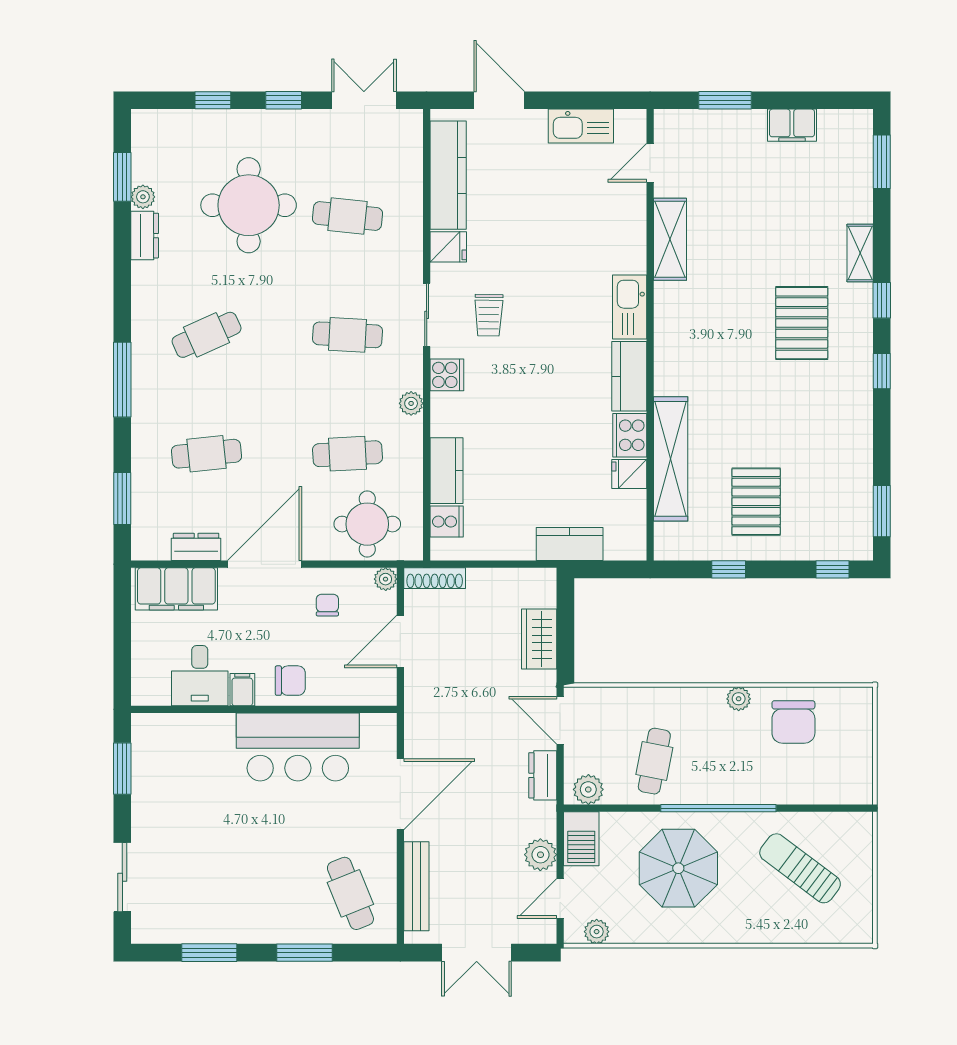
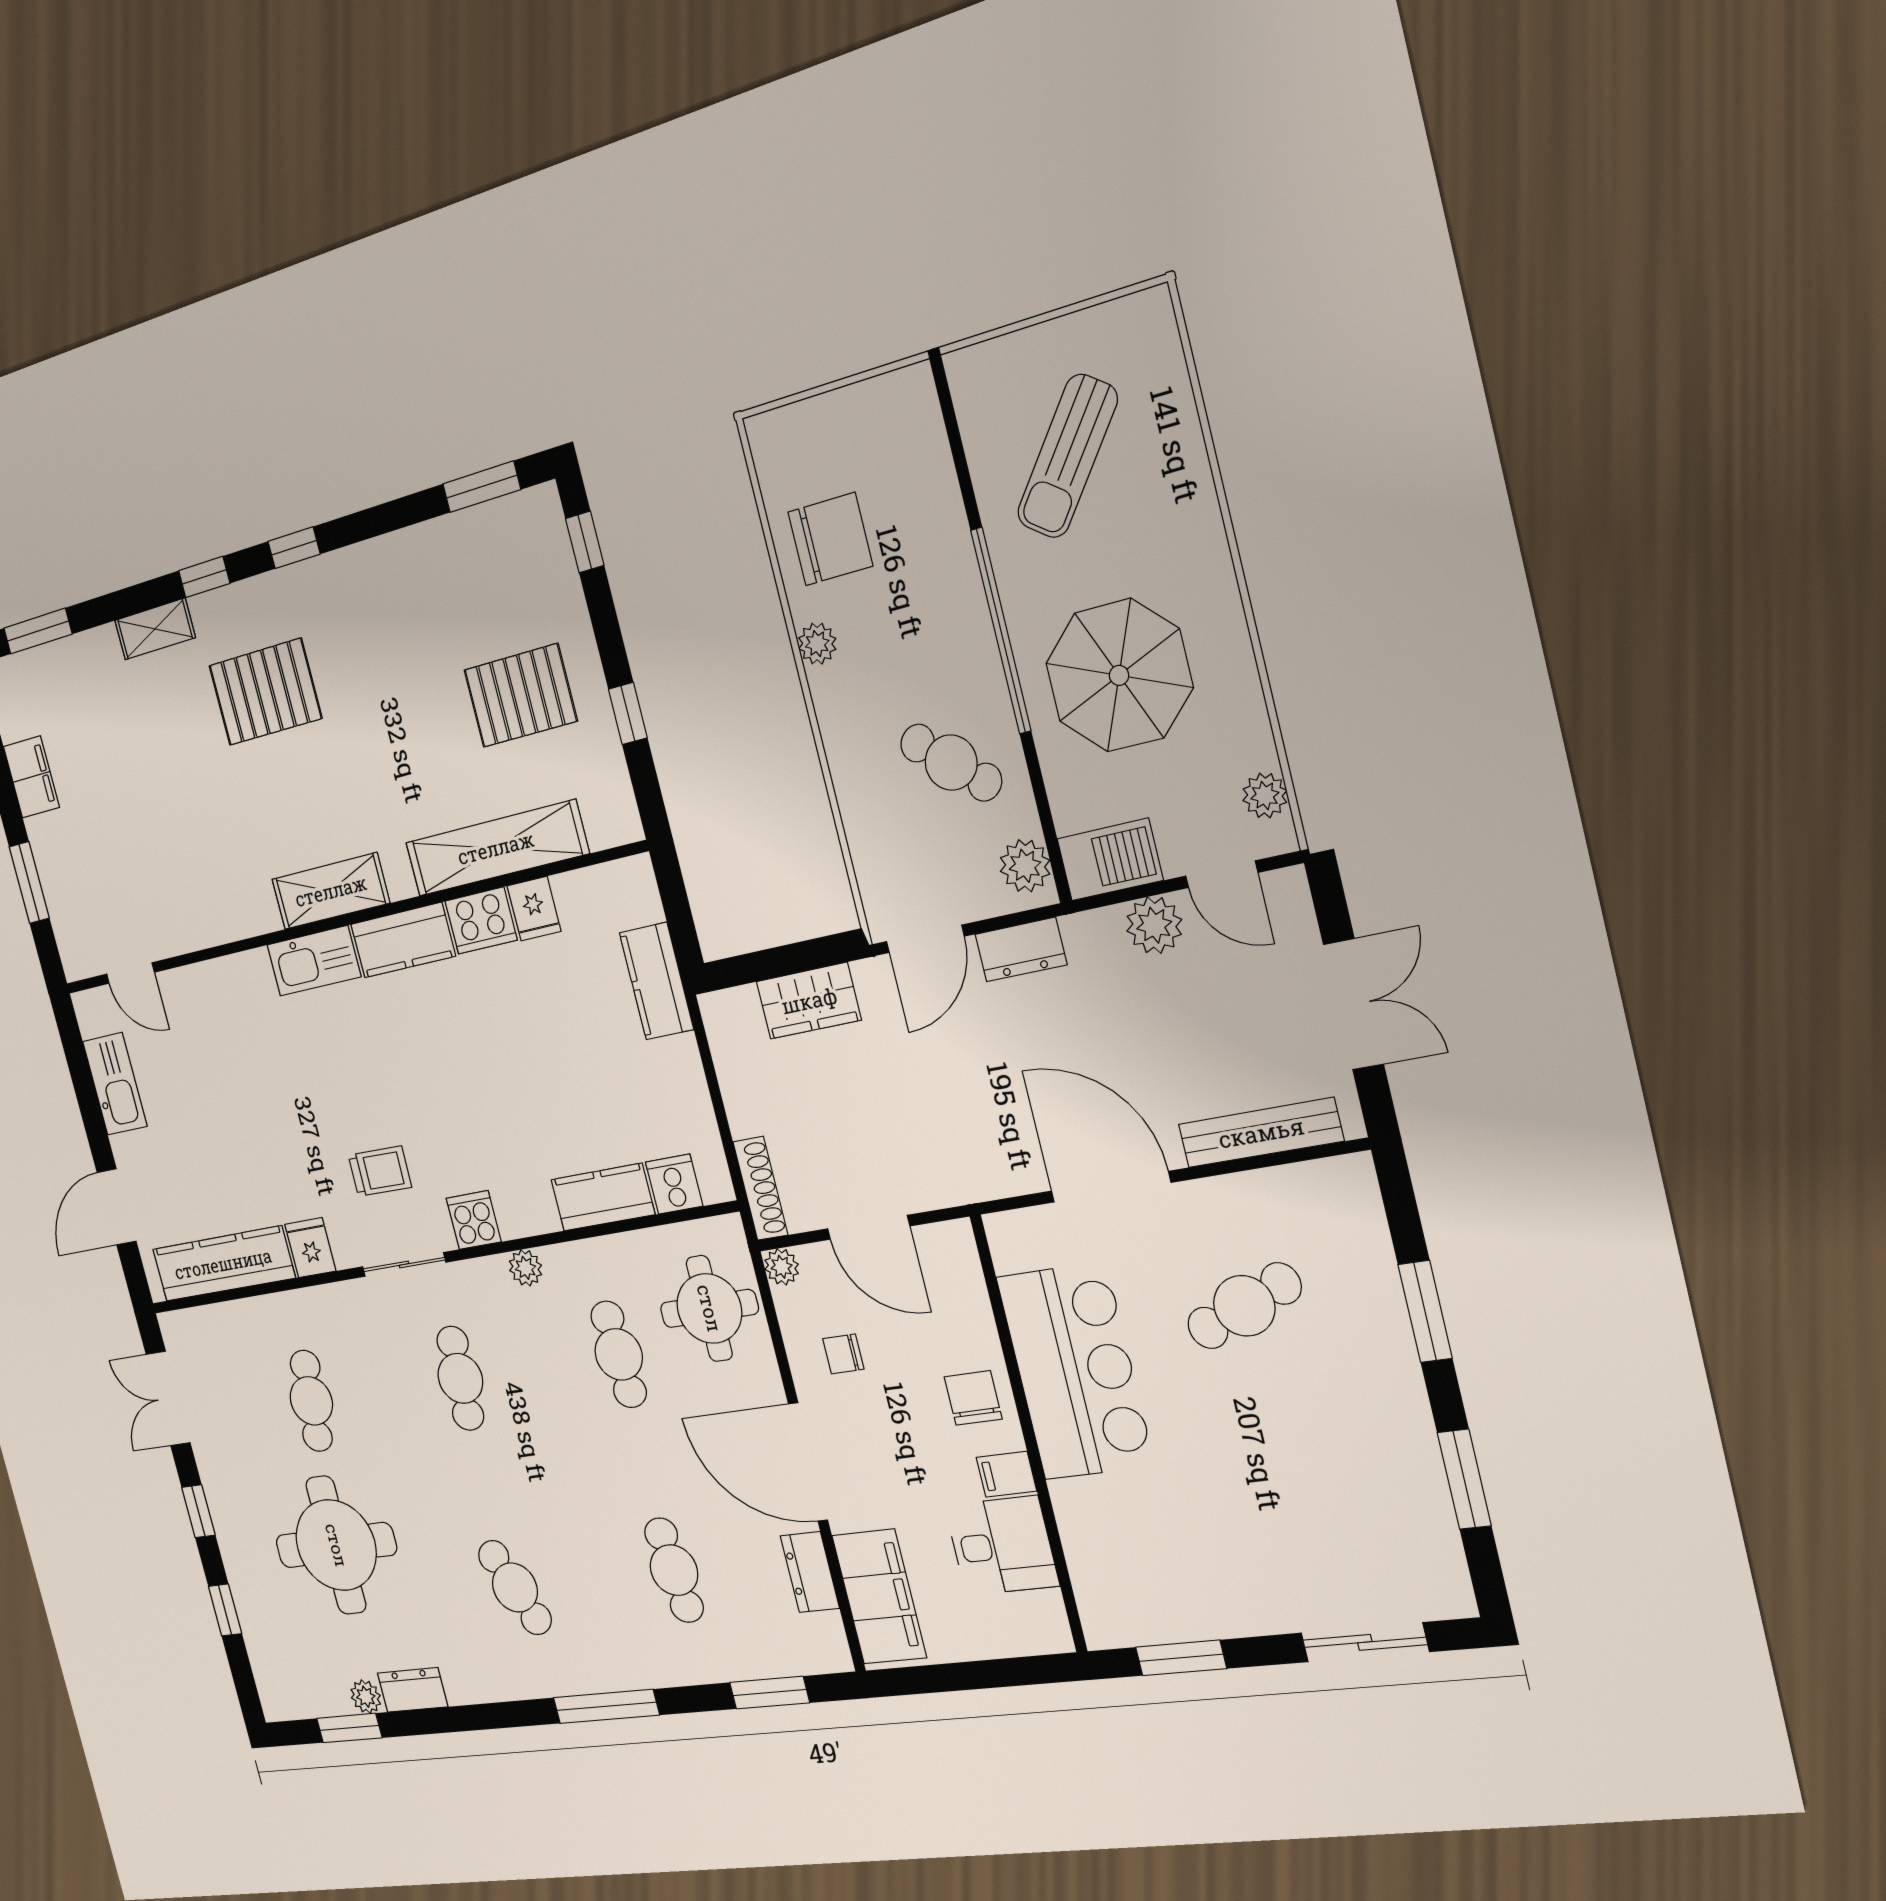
shelving: (670, 239) -> (331, 891), moved
cafe table: (654, 761) -> (951, 763), turned 31
cafe table: (350, 893) -> (1244, 1306), moved

